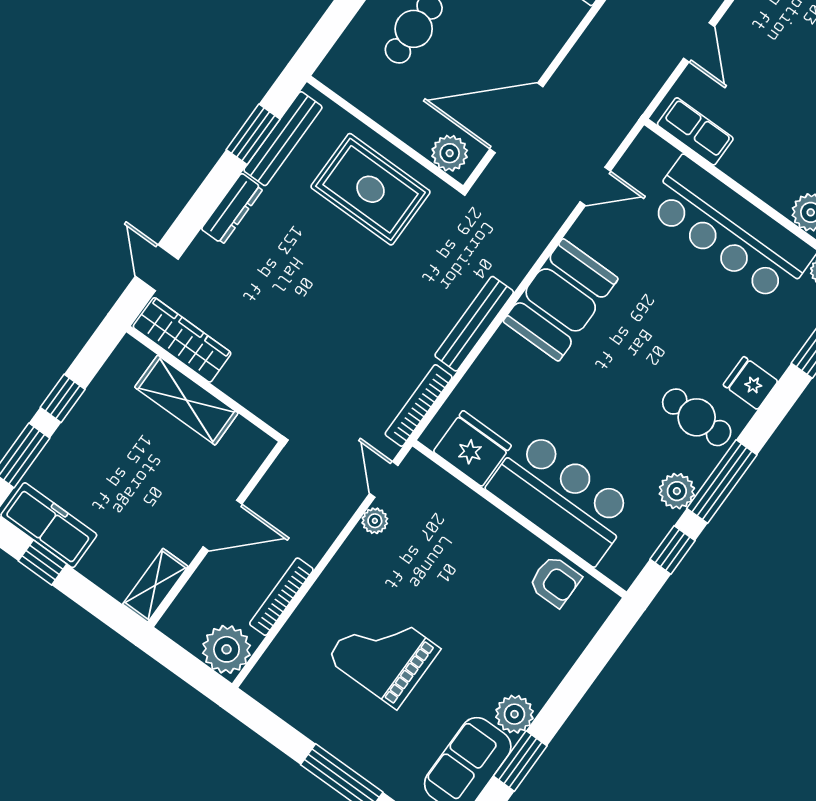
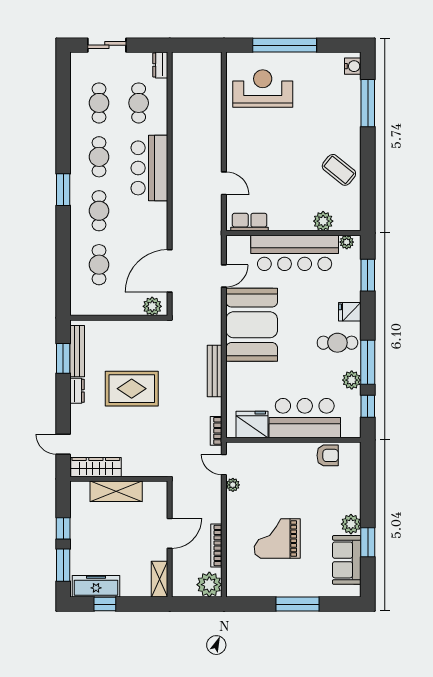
rug: (370, 189) -> (132, 389), moved
dresser: (232, 209) -> (77, 391), width x0.70
booth: (561, 300) -> (252, 325), width x1.36, depth x1.42
bookcase: (419, 406) -> (216, 431), width x0.64

